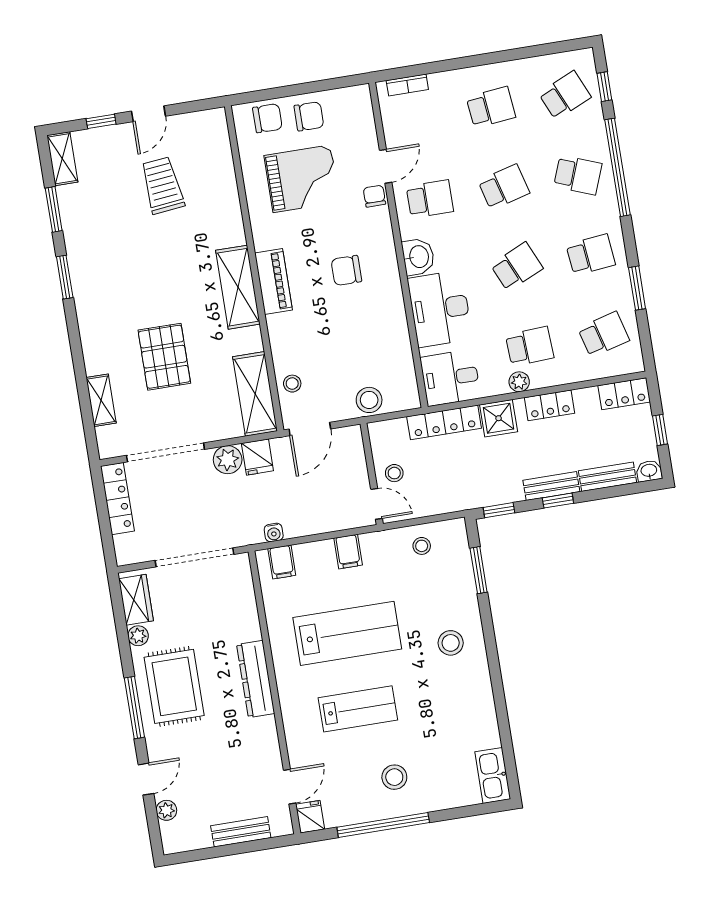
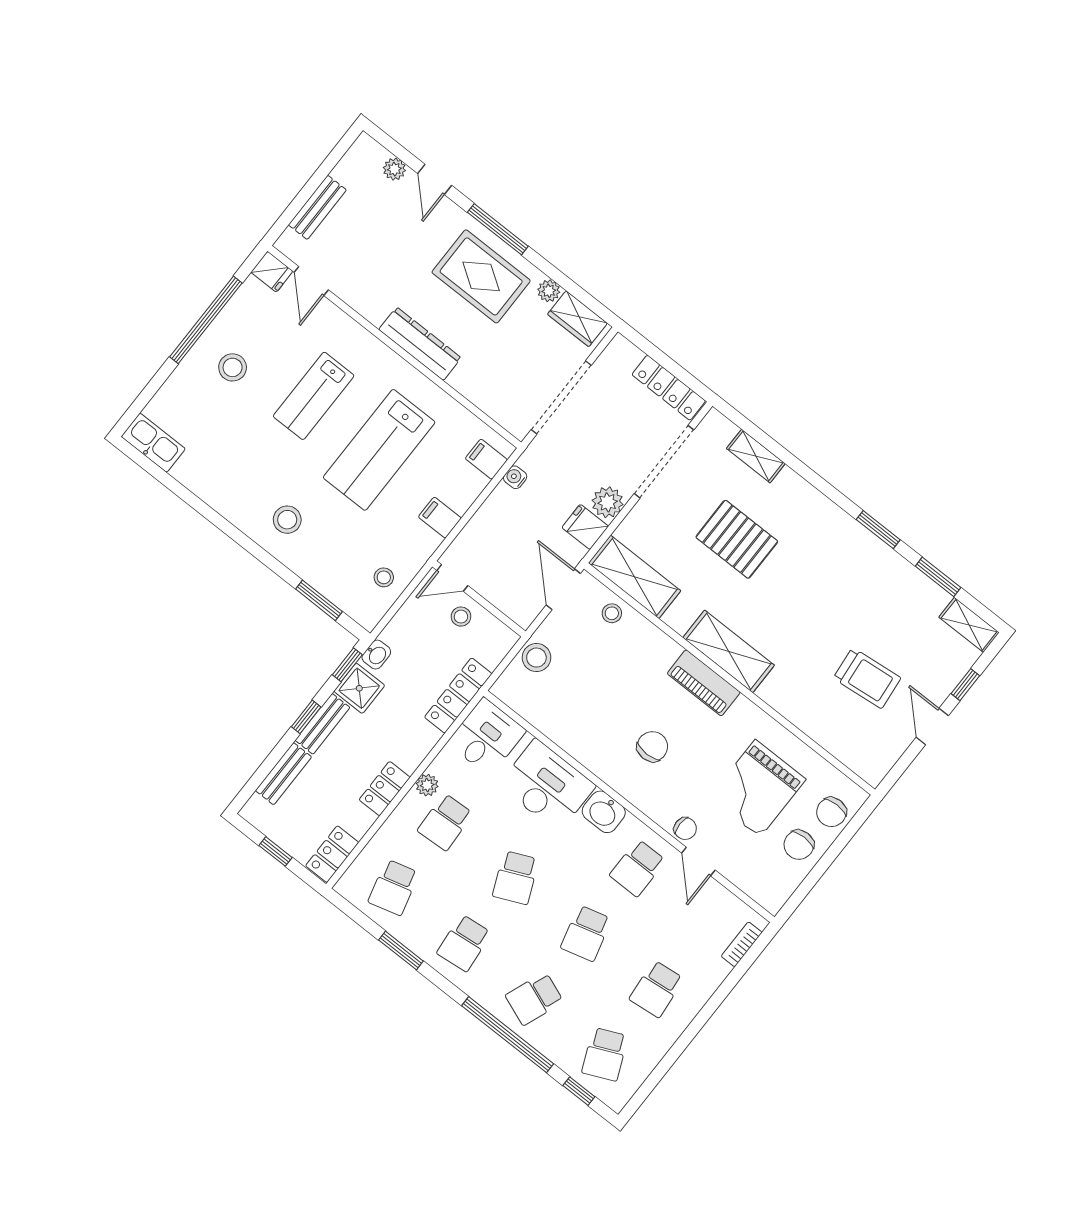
shower: (499, 418) -> (359, 688), moved
washbasin: (649, 471) -> (376, 655), moved

